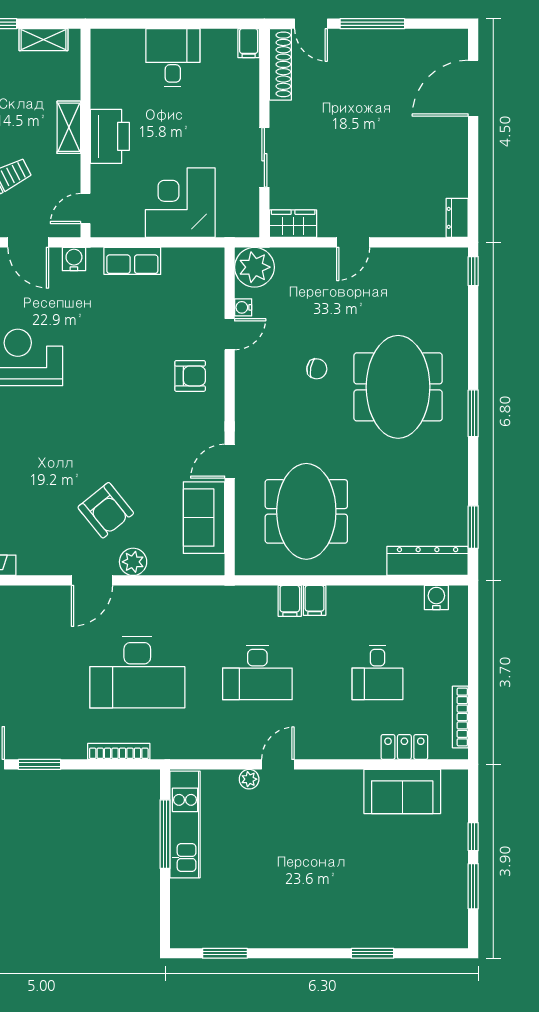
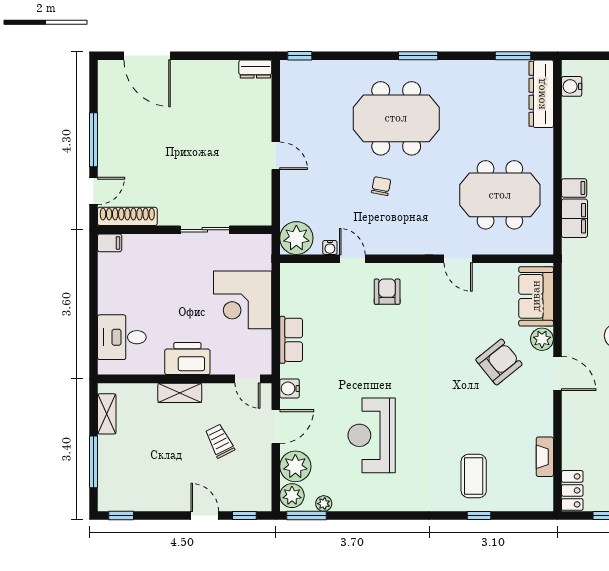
desk: (173, 58) -> (122, 337), moved
wardrobe: (293, 224) -> (260, 206), removed
sofa: (204, 518) -> (536, 296), moved, turned 90
filing cabinet: (290, 601) -> (574, 218), width x2.00

